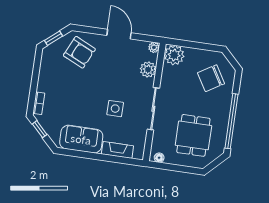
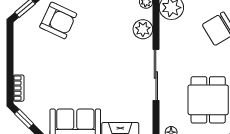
side table: (115, 109) -> (110, 81), removed

